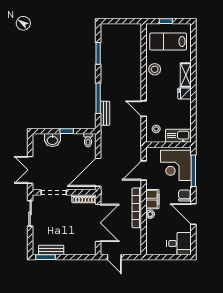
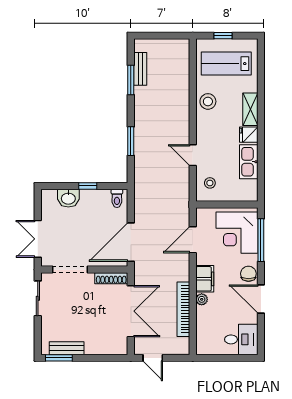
window: (98, 98) -> (131, 141), width x0.69
bench: (105, 113) -> (140, 69), moved
kitchen sink: (178, 136) -> (249, 162), moved, turned -90
bookcase: (137, 208) -> (183, 309), moved

